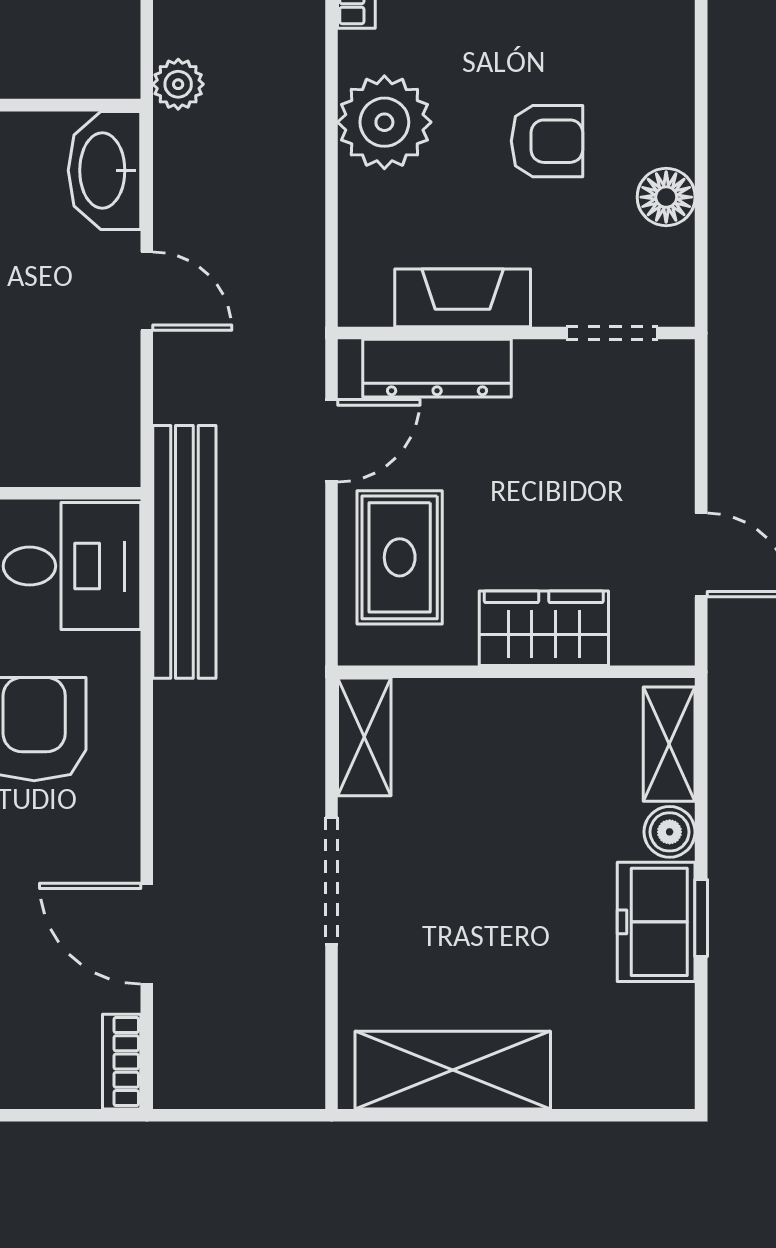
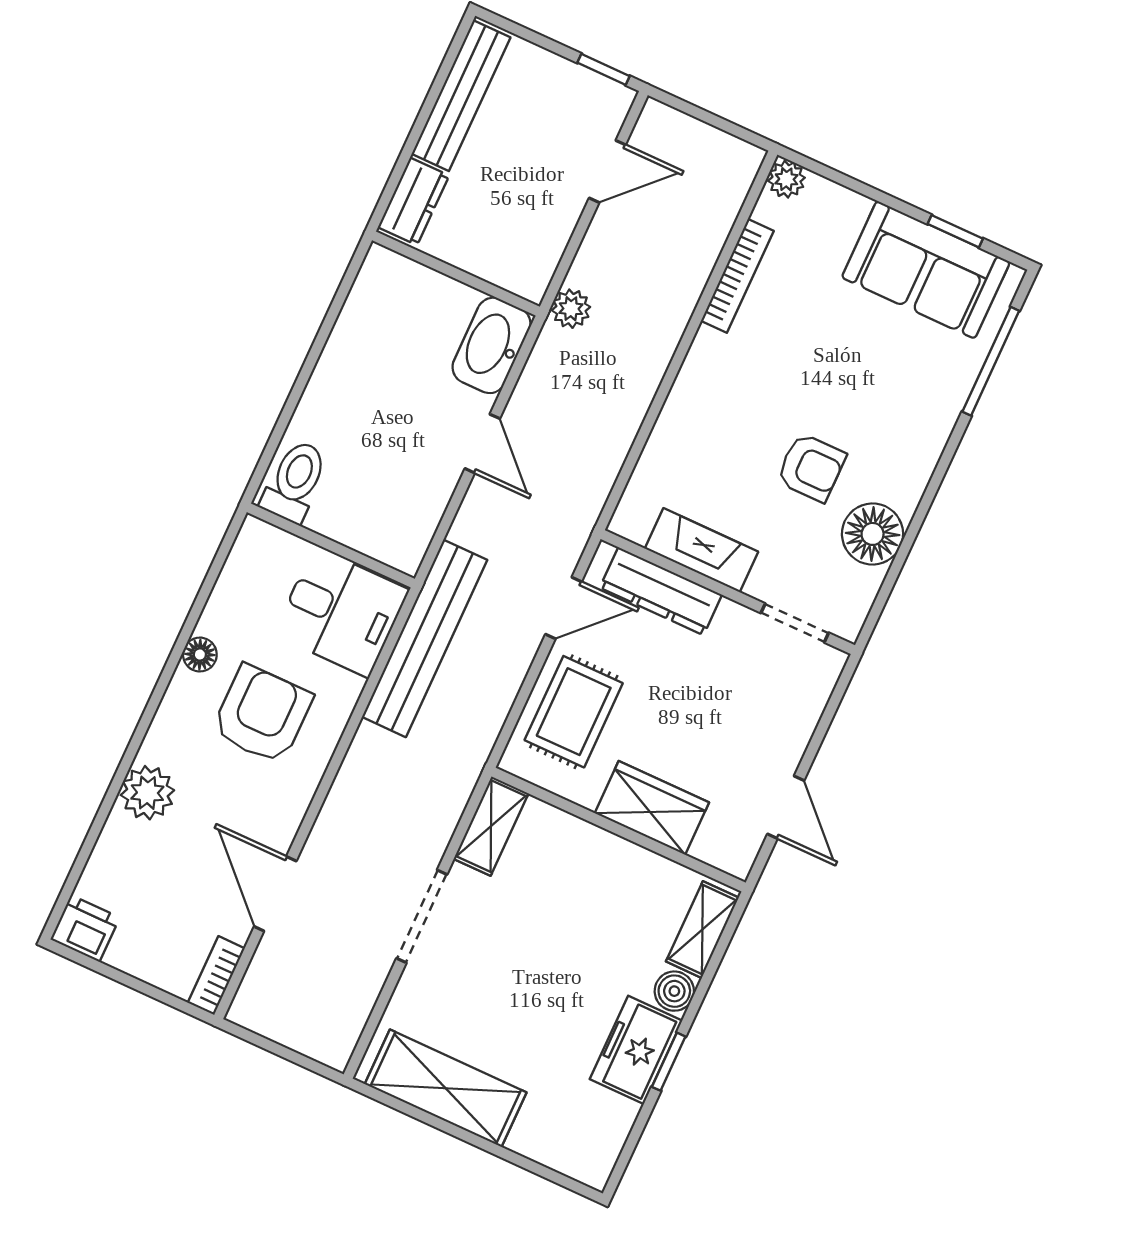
plant: (384, 122) -> (703, 402), removed
floor lamp: (666, 197) -> (873, 534), width x1.38, depth x1.38

